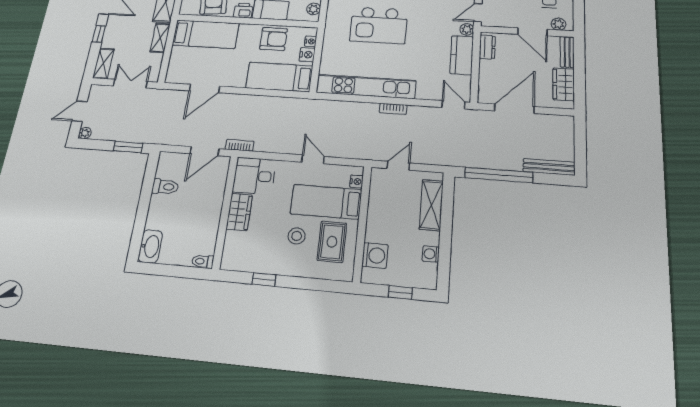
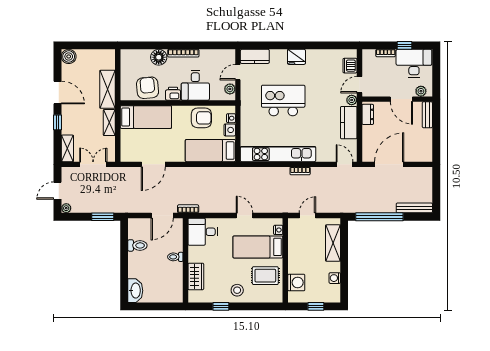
kitchen island: (379, 25) -> (283, 101), turned 180
wardrobe: (564, 84) -> (425, 142), removed
wardrobe: (239, 212) -> (196, 276), moved
stool: (297, 236) -> (237, 290), moved
rug: (332, 242) -> (265, 276), turned 90
toilet: (203, 261) -> (175, 257), moved

